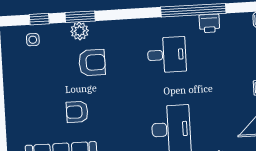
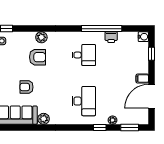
window: (80, 17) -> (32, 29), removed
plant: (80, 31) -> (41, 37), moved

